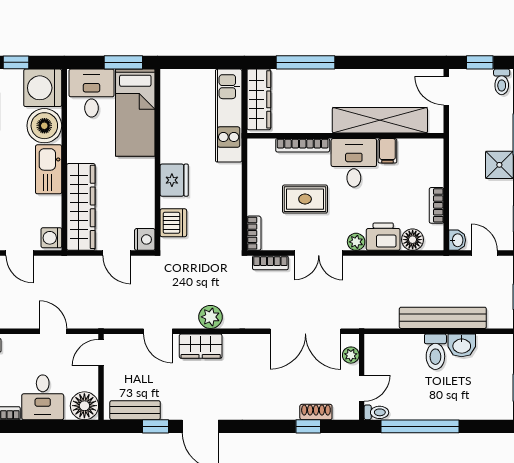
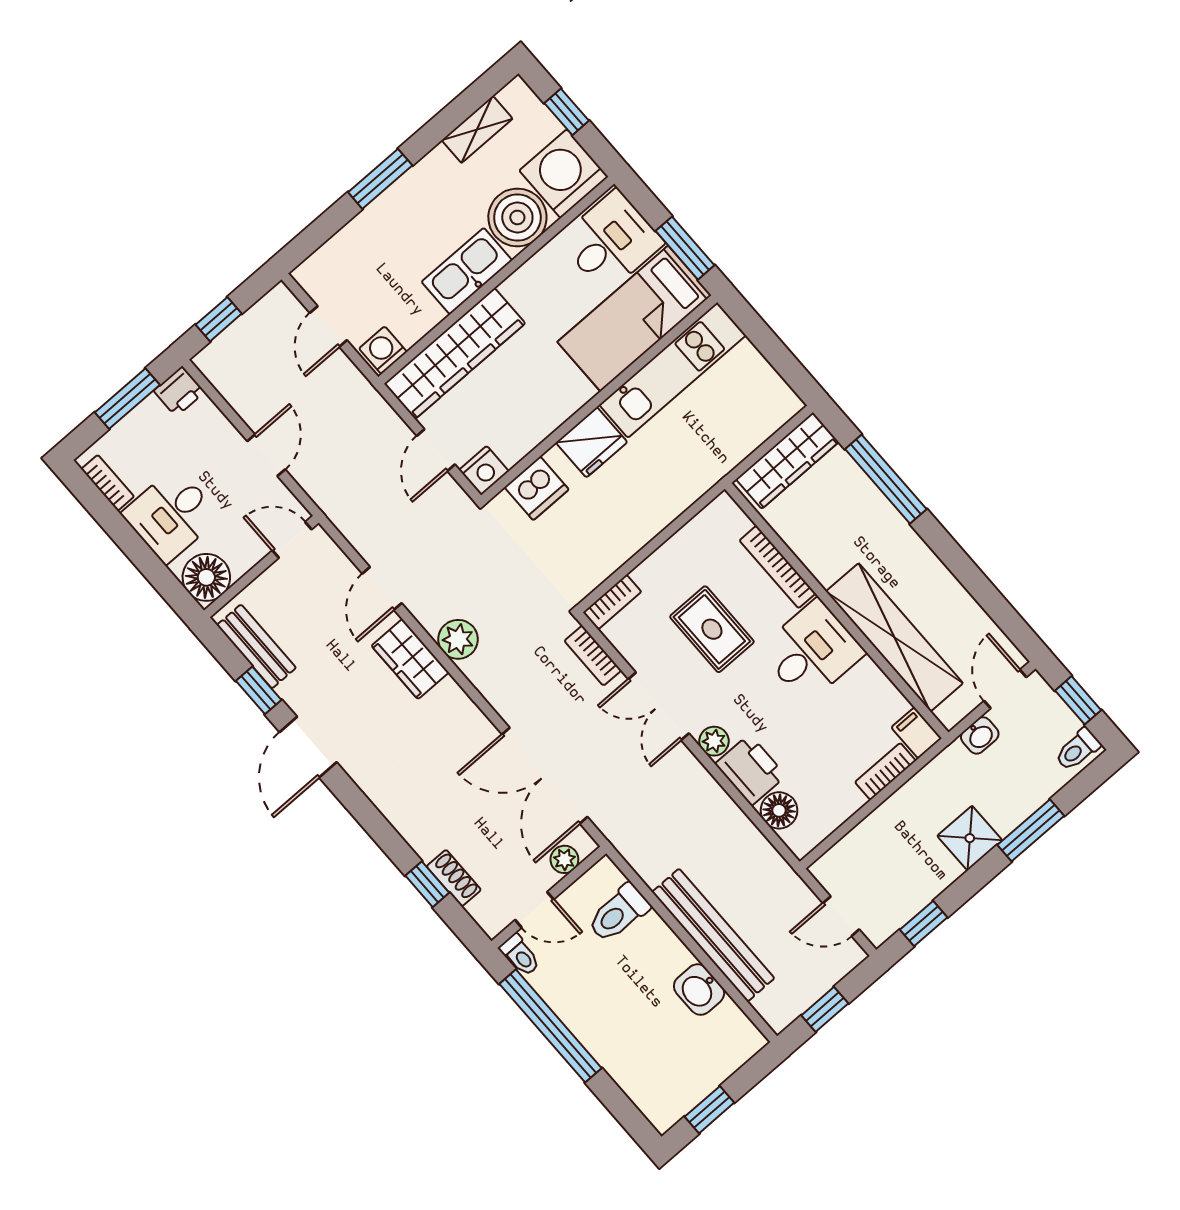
kitchen unit: (229, 116) -> (673, 370), moved, turned 180
filing cabinet: (387, 151) -> (916, 733), moved, turned 90
bookcase: (437, 205) -> (885, 771), moved
washbasin: (457, 240) -> (980, 735), moved
door: (484, 253) -> (841, 916), swing flipped
toilet: (435, 352) -> (619, 913), moved

